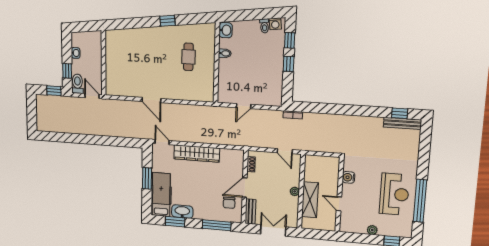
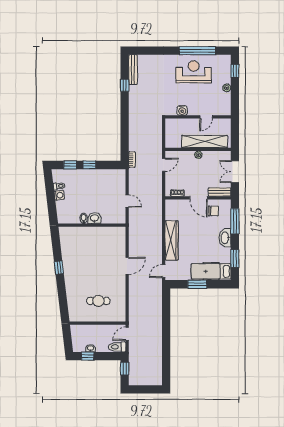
washing machine: (275, 24) -> (59, 195), moved
washbasin: (226, 30) -> (94, 218), moved
cafe table: (188, 57) -> (98, 301), moved
window: (67, 71) -> (88, 356), moved
door: (151, 100) -> (127, 266), moved
window: (400, 113) -> (125, 85), moved
shelving: (310, 200) -> (205, 142), width x1.47
washbasin: (182, 212) -> (225, 238), moved

